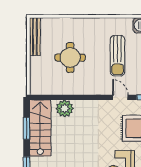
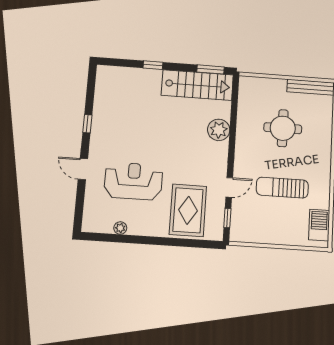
plant: (65, 108) -> (219, 130), moved
window: (26, 128) -> (210, 69), moved

